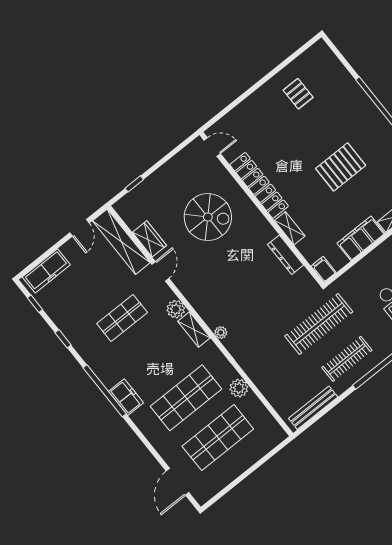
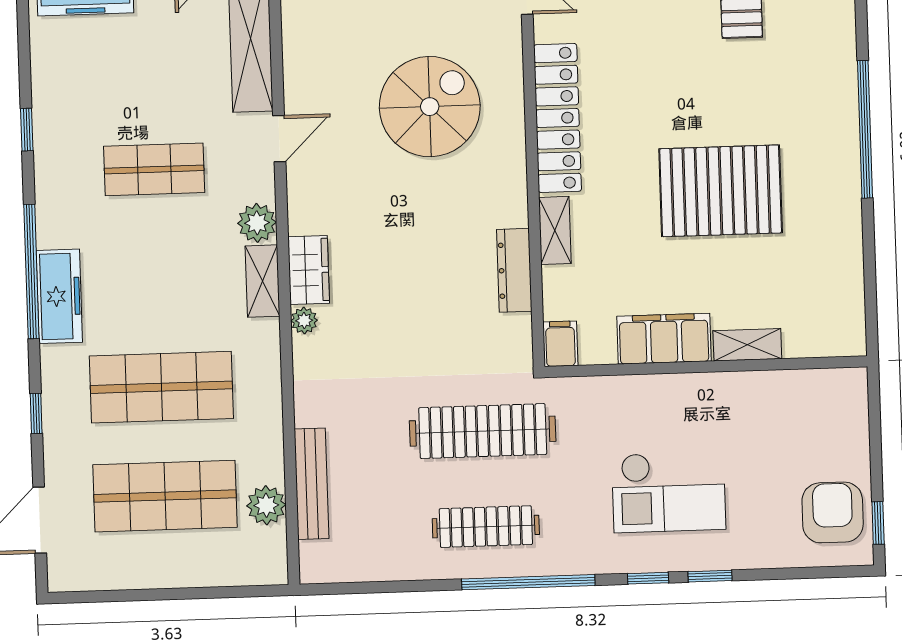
pallet: (341, 167) -> (721, 191), width x1.37, depth x1.41
spiral stairs: (208, 217) -> (430, 107), turned -90
wardrobe: (149, 239) -> (309, 270), moved
window: (35, 304) -> (36, 413), moved
plant: (239, 388) -> (266, 505), moved
freezer: (126, 397) -> (59, 296), width x1.40
bench: (313, 408) -> (312, 484), moved, turned 90

